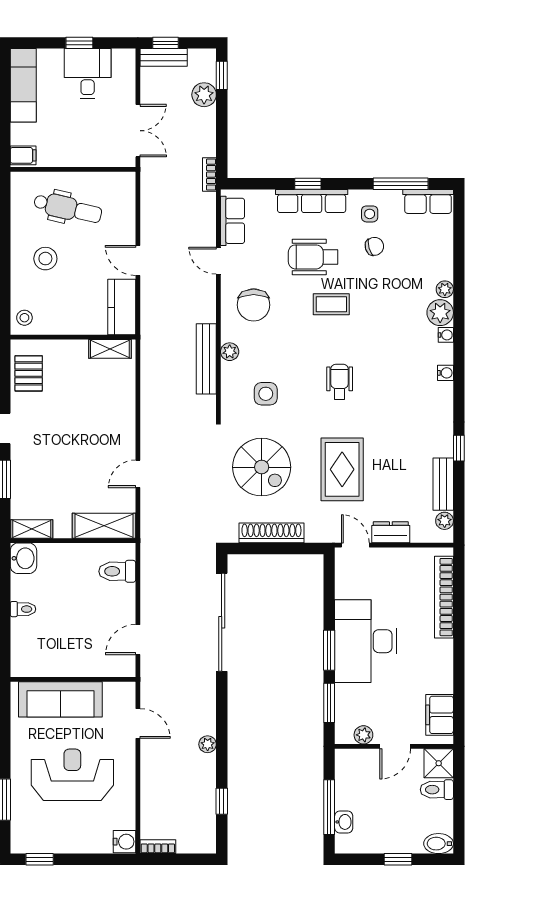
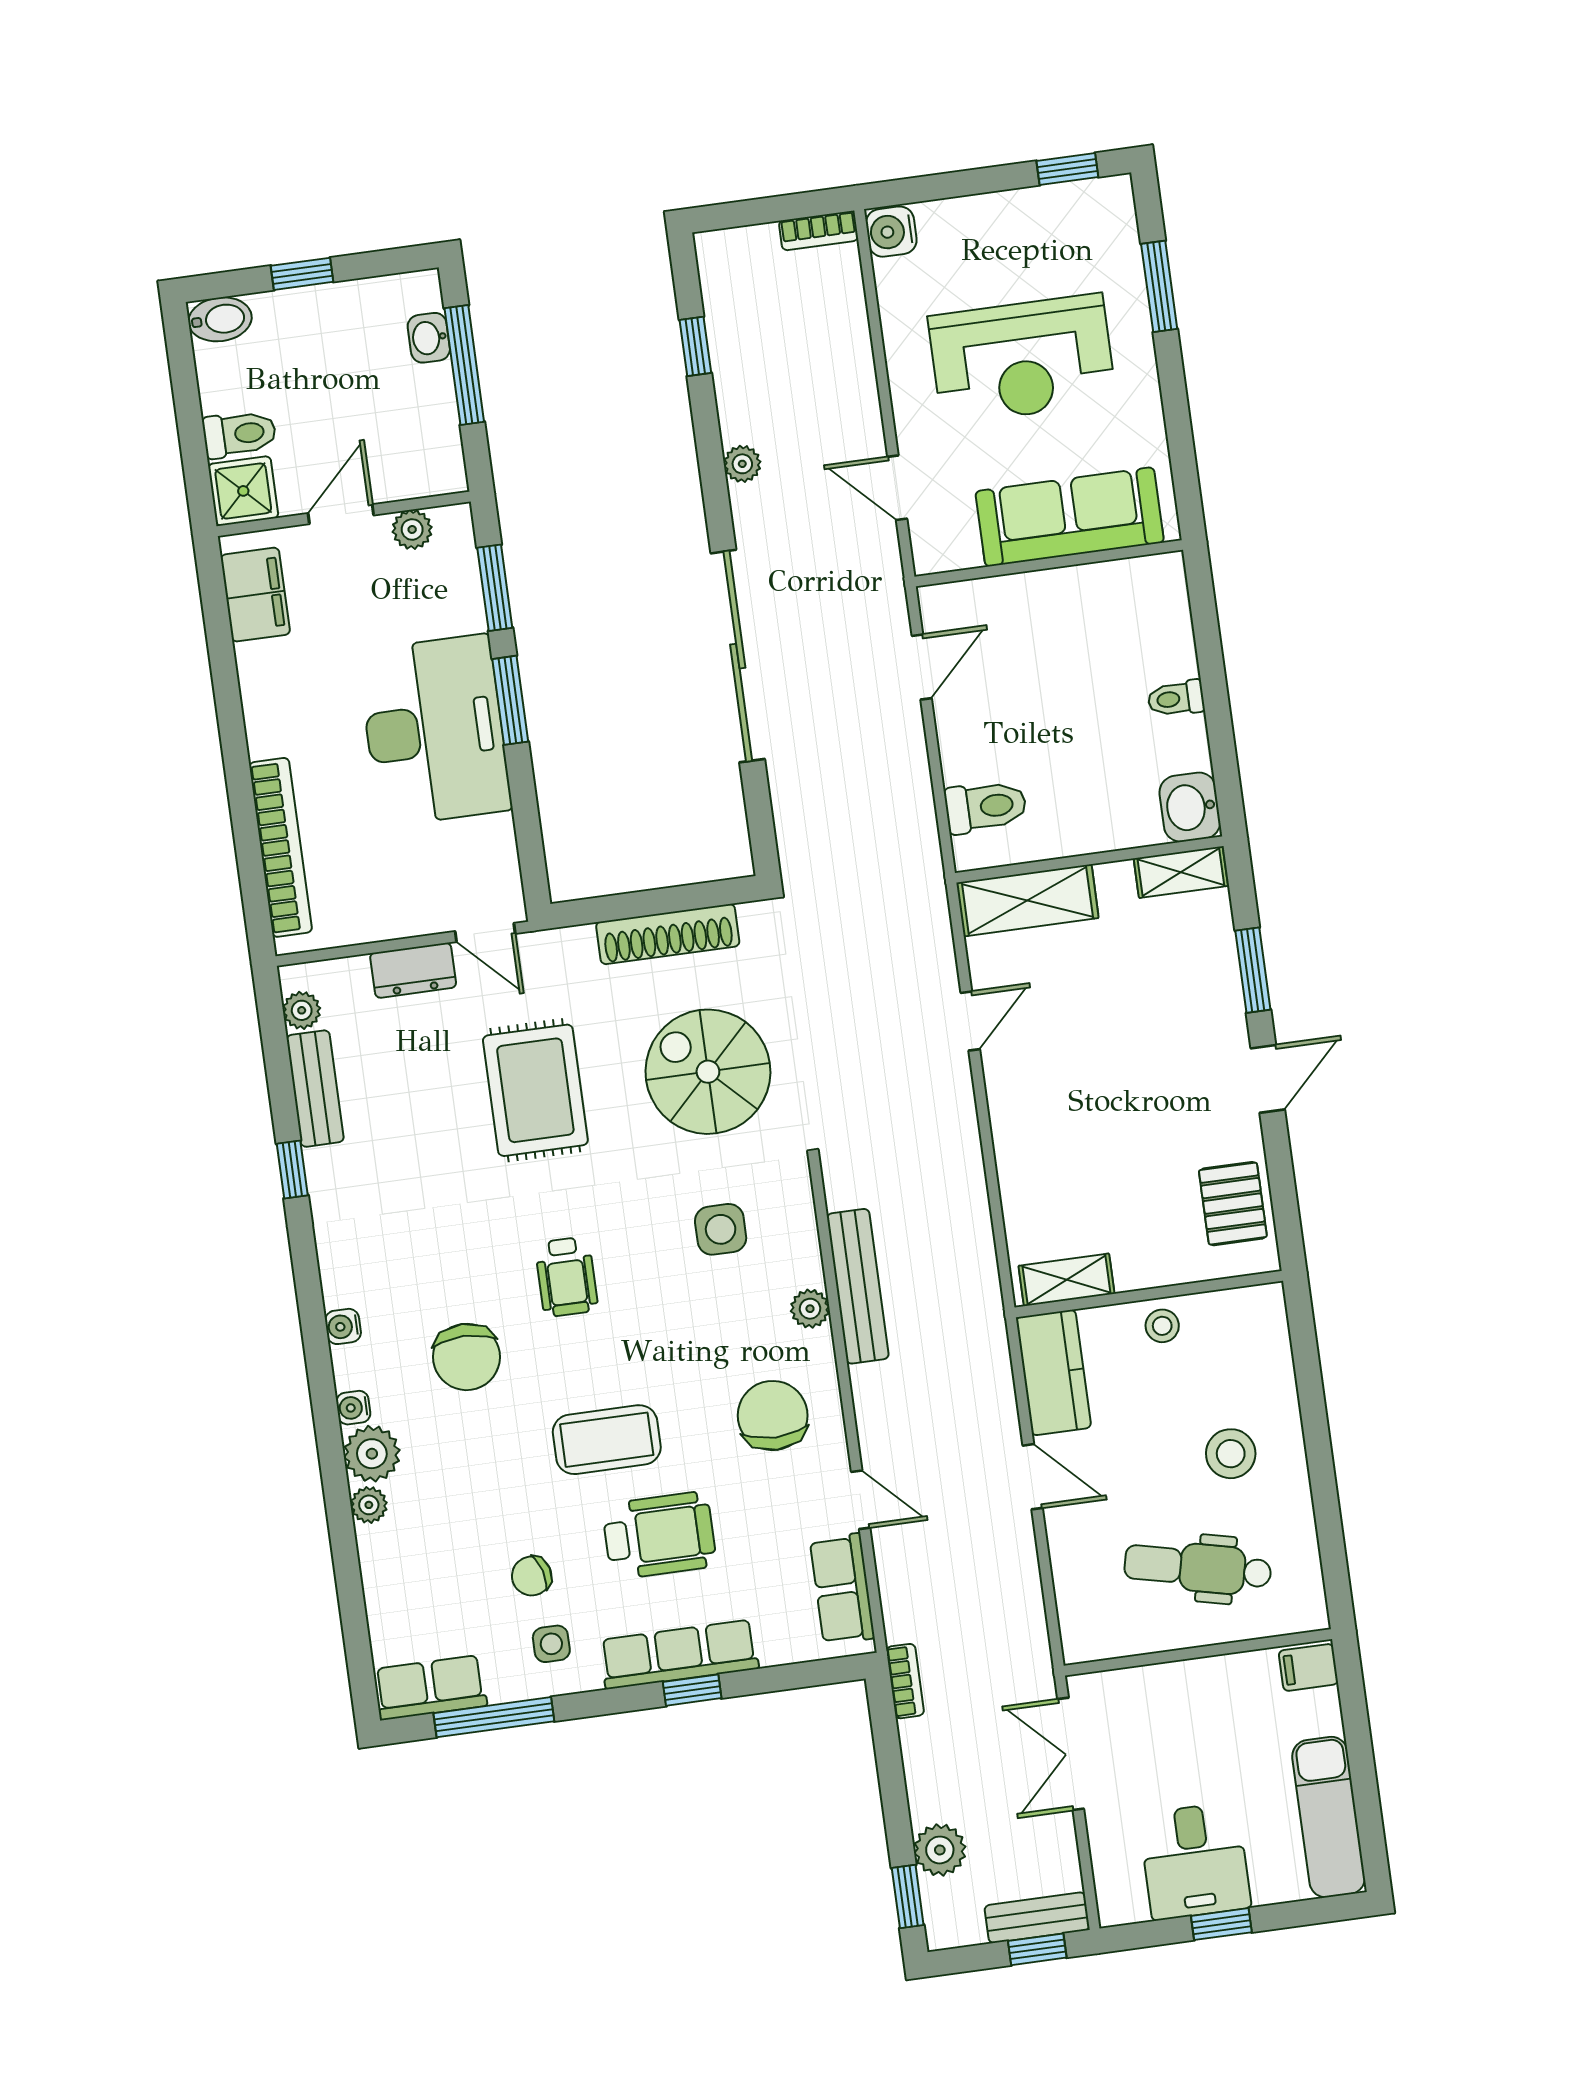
coffee table: (331, 304) -> (607, 1440), width x1.36, depth x1.30
stool: (24, 318) -> (1162, 1326), moved
chair: (391, 351) -> (466, 1357), added
sliding door: (222, 622) -> (738, 656), moved

